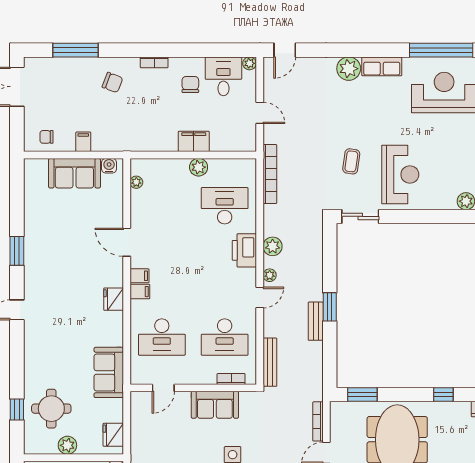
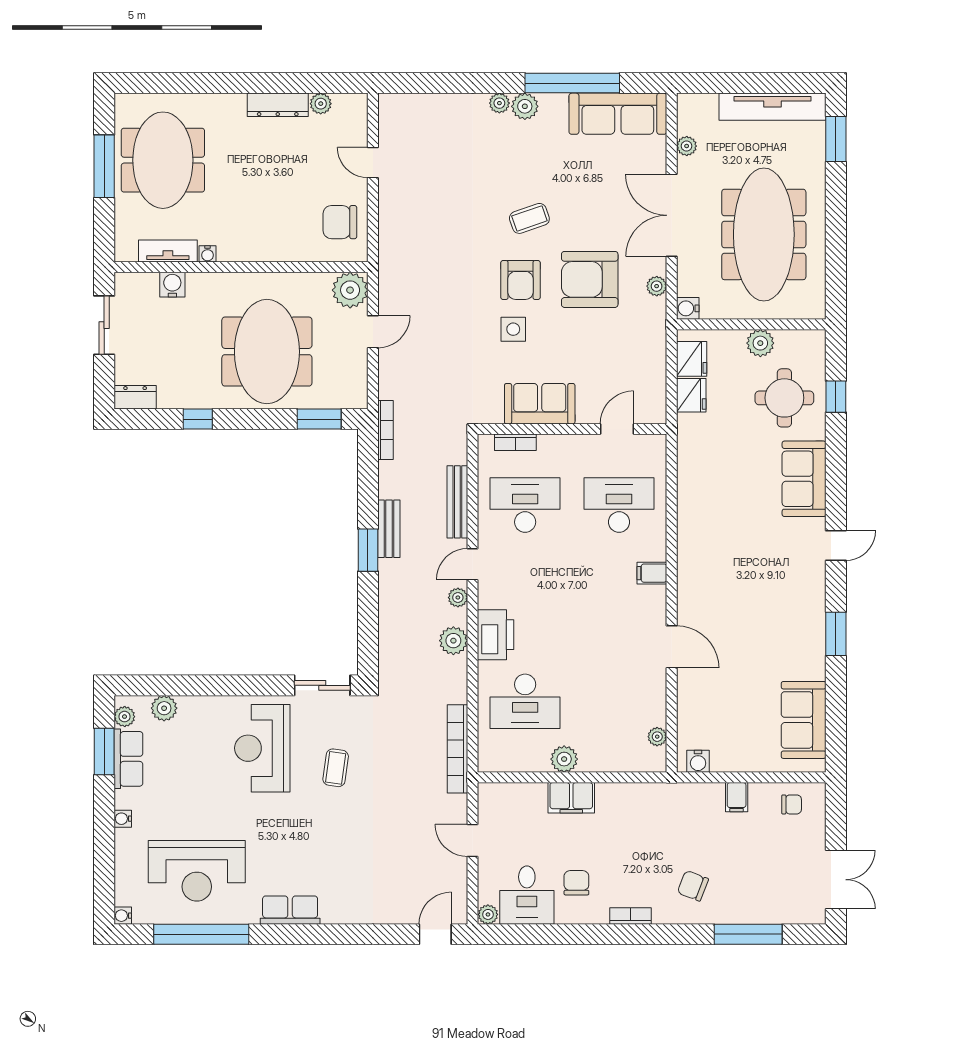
plant: (349, 69) -> (339, 907), removed
chair: (190, 85) -> (576, 883), turned 180
sofa: (74, 173) -> (804, 720), moved, turned -90
filing cabinet: (139, 276) -> (653, 597), removed
fridge: (114, 299) -> (691, 395), moved
bench: (270, 362) -> (457, 502), moved
sofa: (109, 372) -> (804, 479), moved, turned 180
bookcase: (318, 421) -> (385, 430), moved

